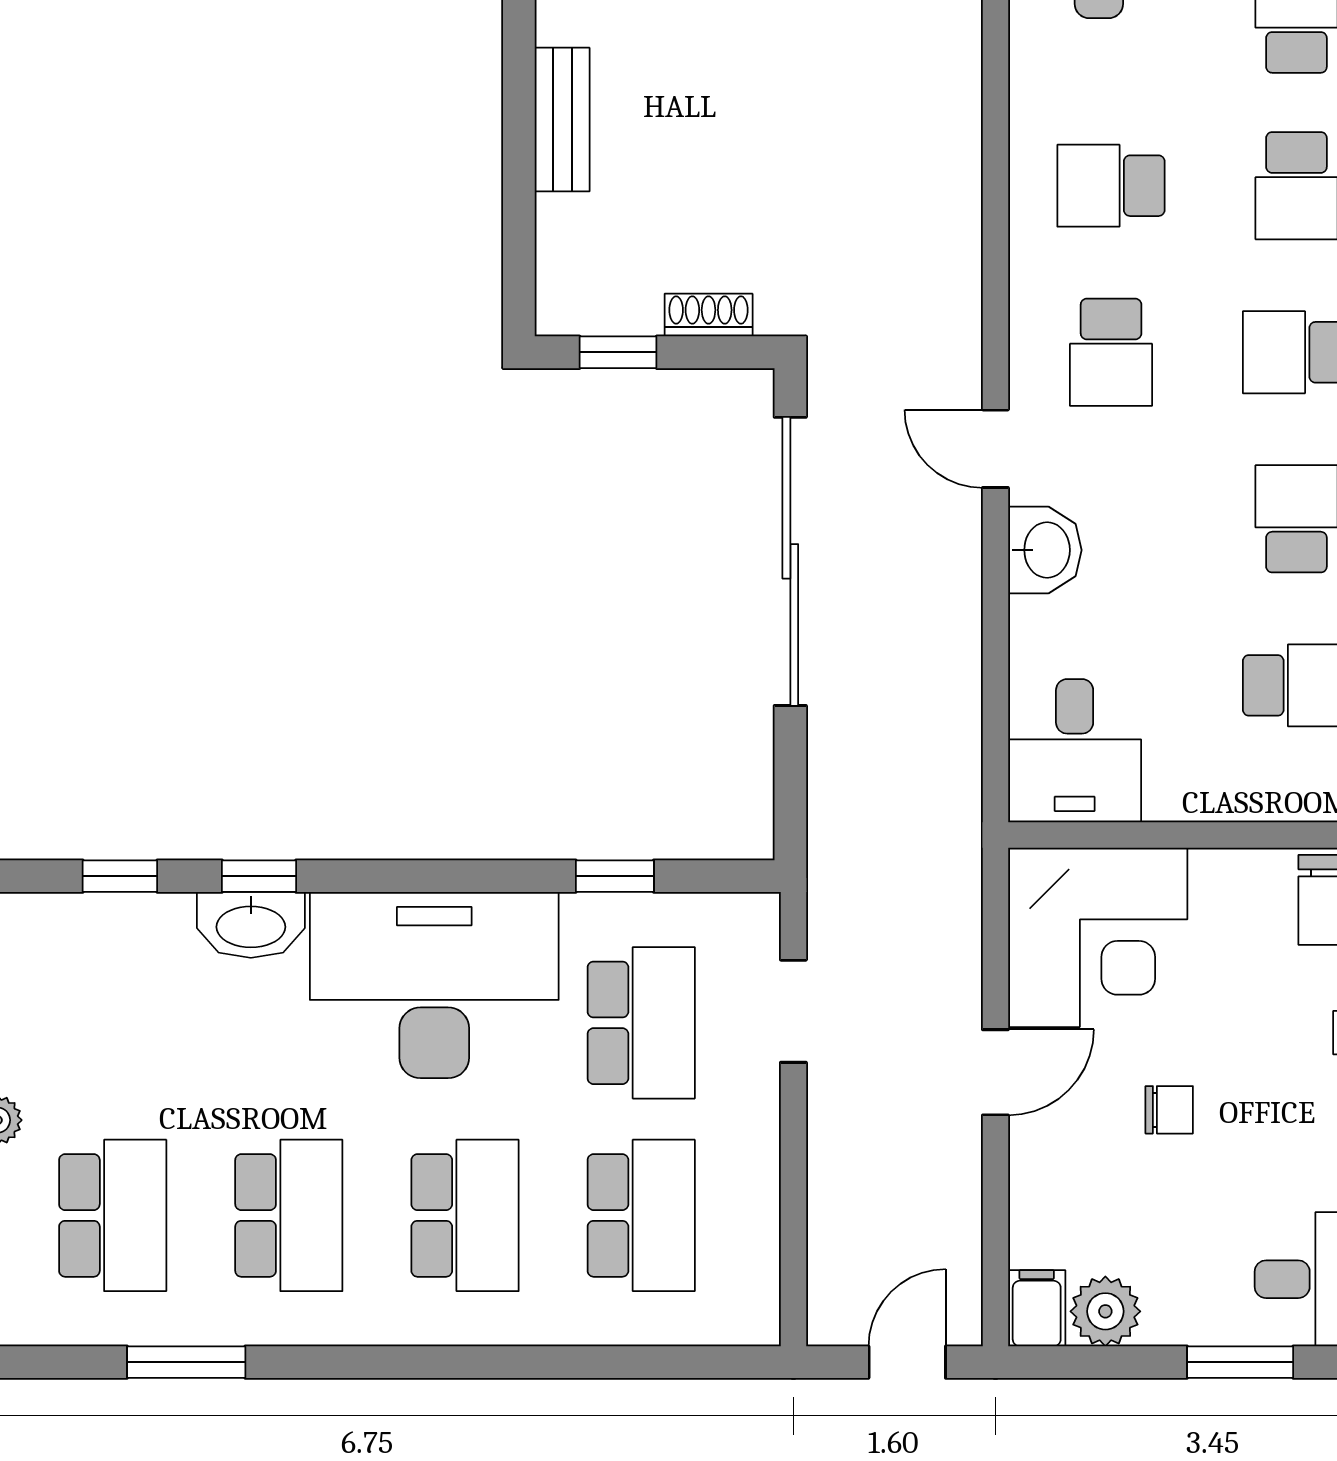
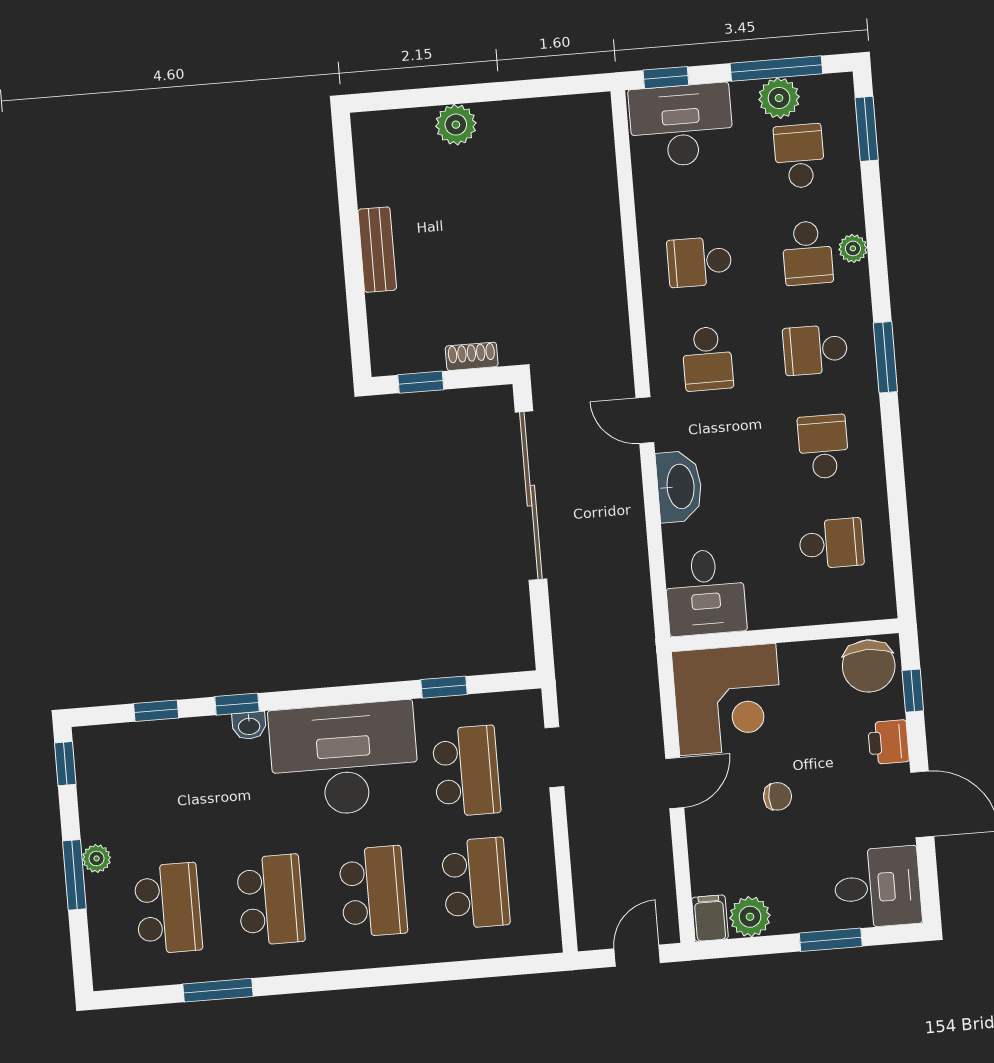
washbasin: (1045, 550) -> (679, 487), width x1.38
washbasin: (251, 925) -> (249, 726), width x0.52, depth x0.69

